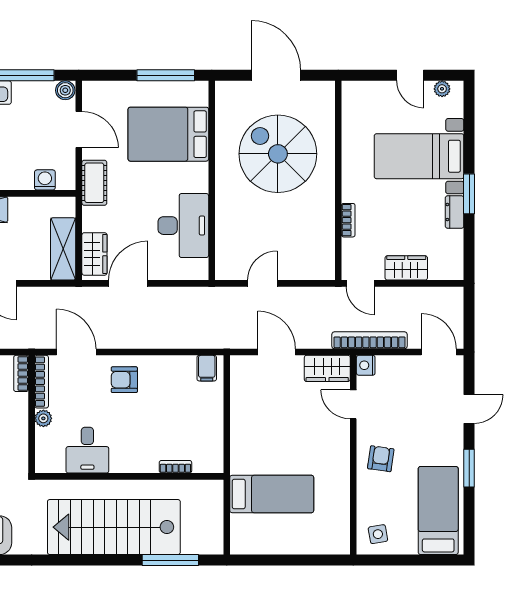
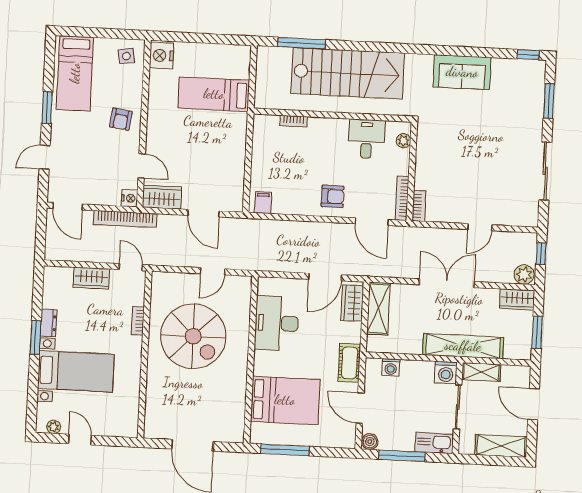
spiral stairs: (278, 154) -> (193, 336), moved
plant: (43, 418) -> (403, 141), moved
nightstand: (336, 537) -> (162, 56), added

